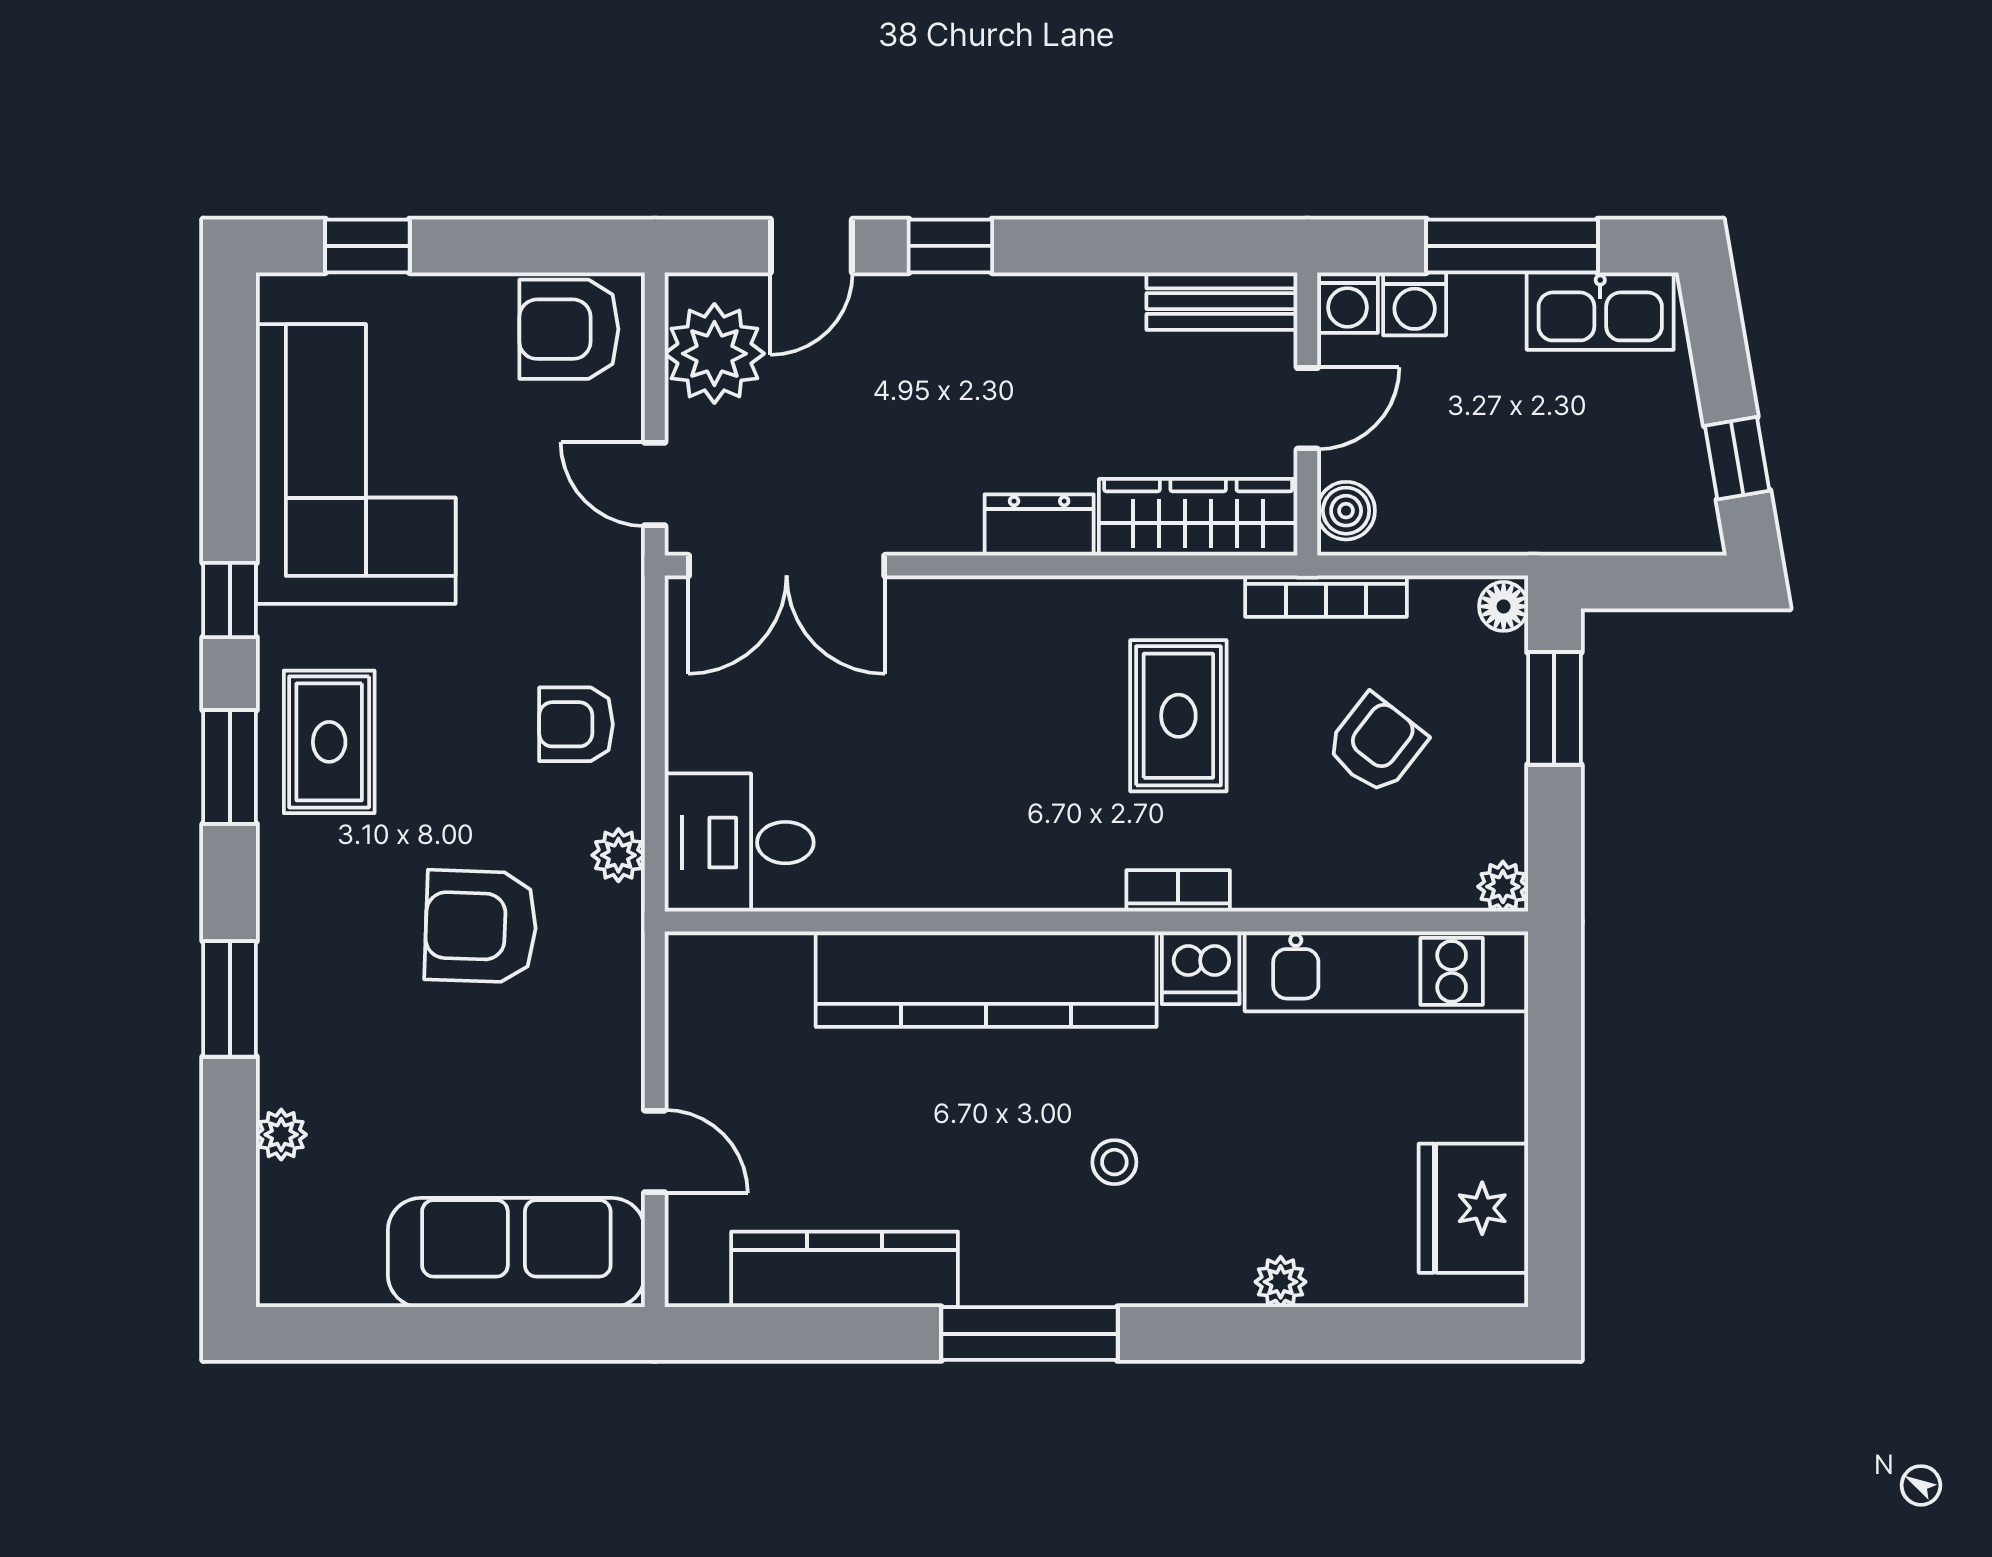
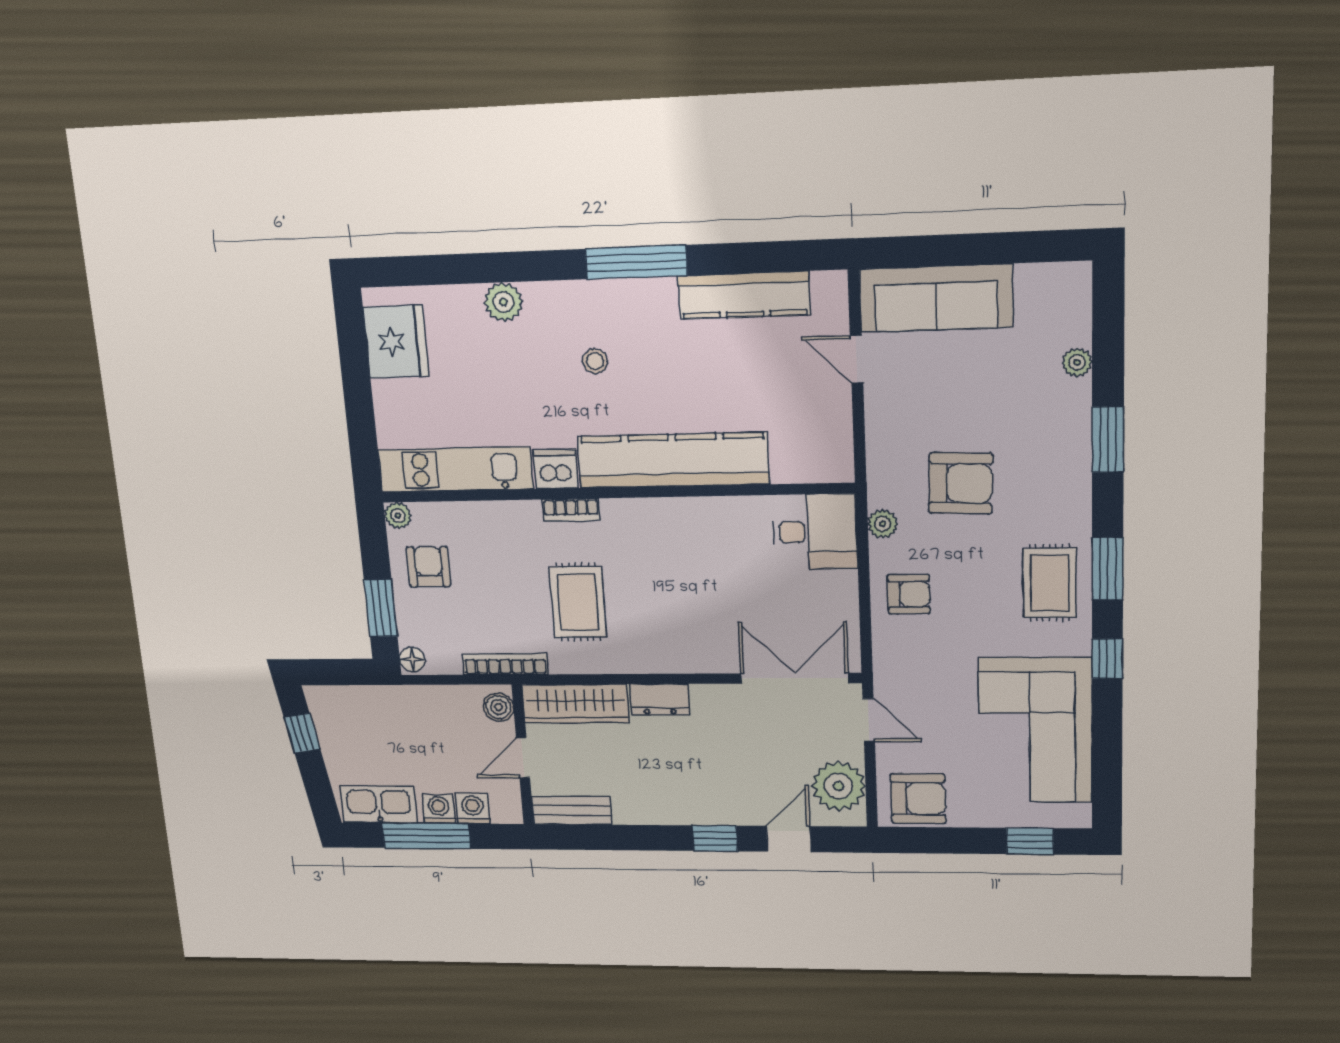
washing machine: (1347, 303) -> (439, 809), moved
armchair: (1376, 744) -> (429, 567), moved, turned 142
plant: (1281, 1282) -> (503, 302), width x1.38, depth x1.38

